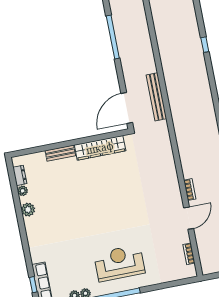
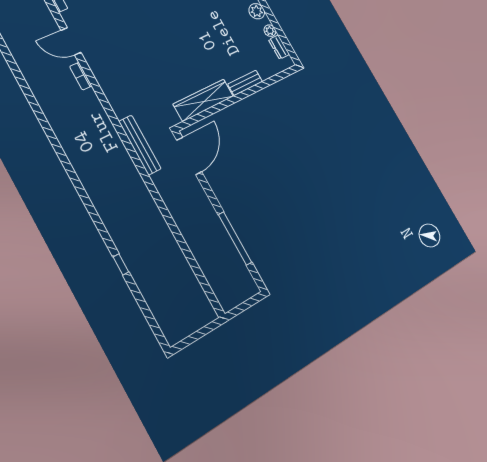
bench: (156, 97) -> (140, 145), moved
door: (189, 218) -> (71, 41), hinge flipped

